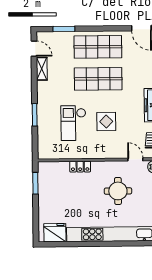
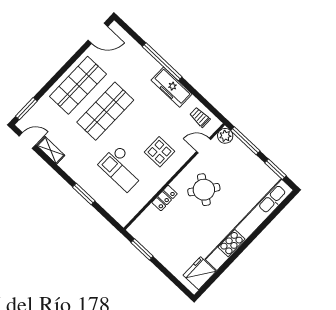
window: (64, 29) -> (26, 109), moved
display table: (106, 122) -> (160, 152), moved
round table: (118, 191) -> (204, 190), moved, turned 36

